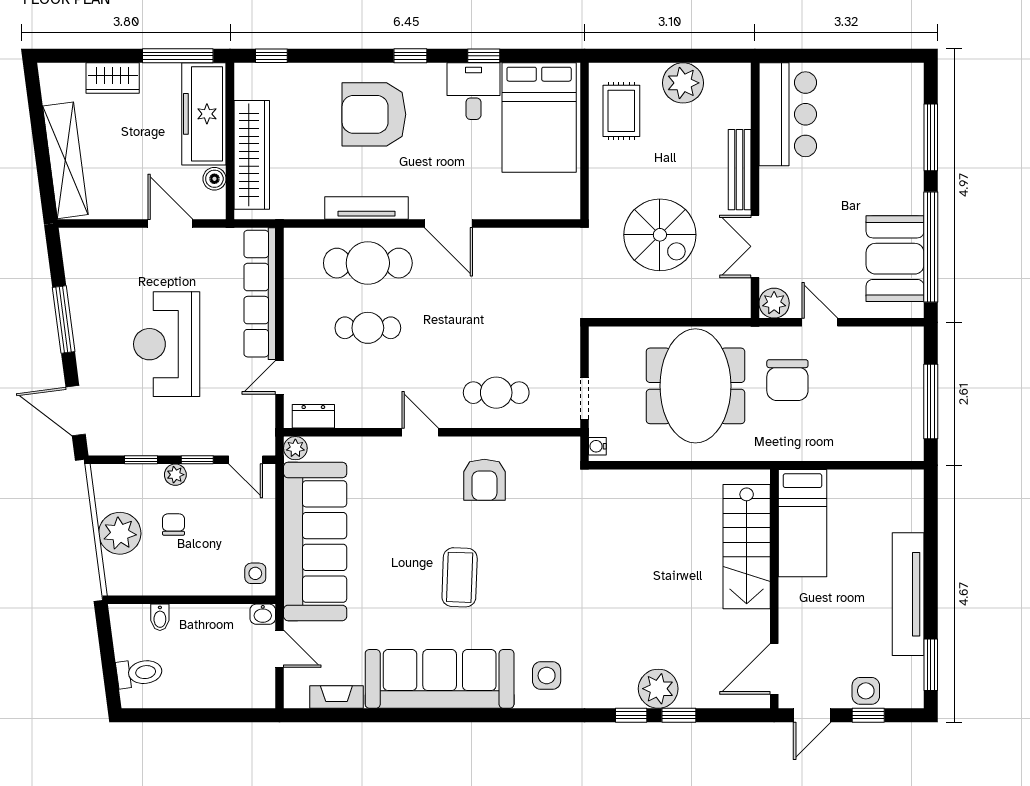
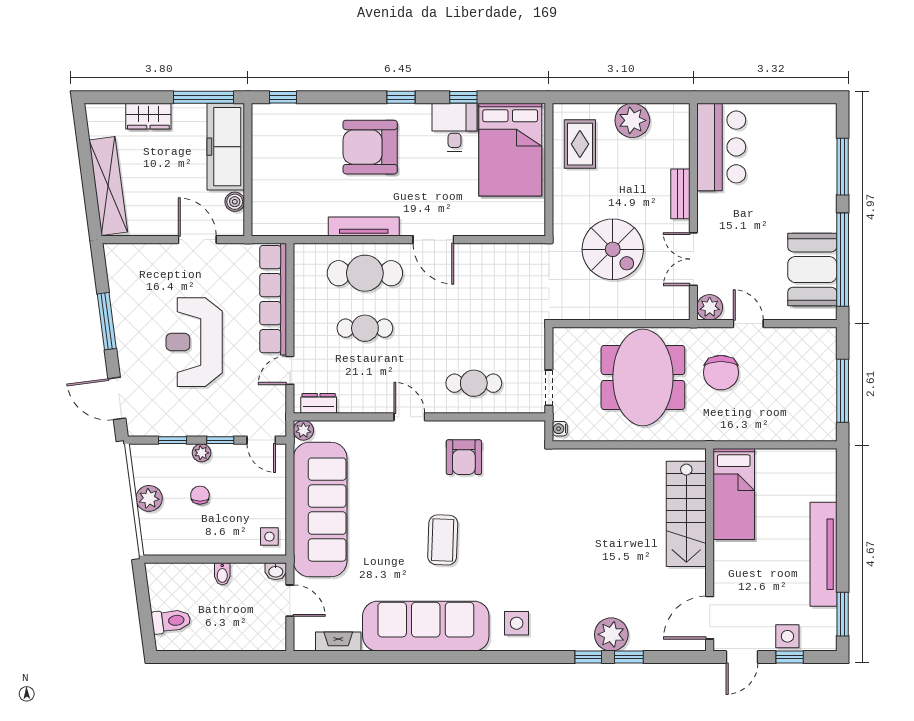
wardrobe: (252, 155) -> (266, 181), removed
bench: (740, 170) -> (680, 194), width x0.73
plant: (120, 533) -> (149, 498), width x0.73, depth x0.73
bidet: (160, 617) -> (222, 574), moved

